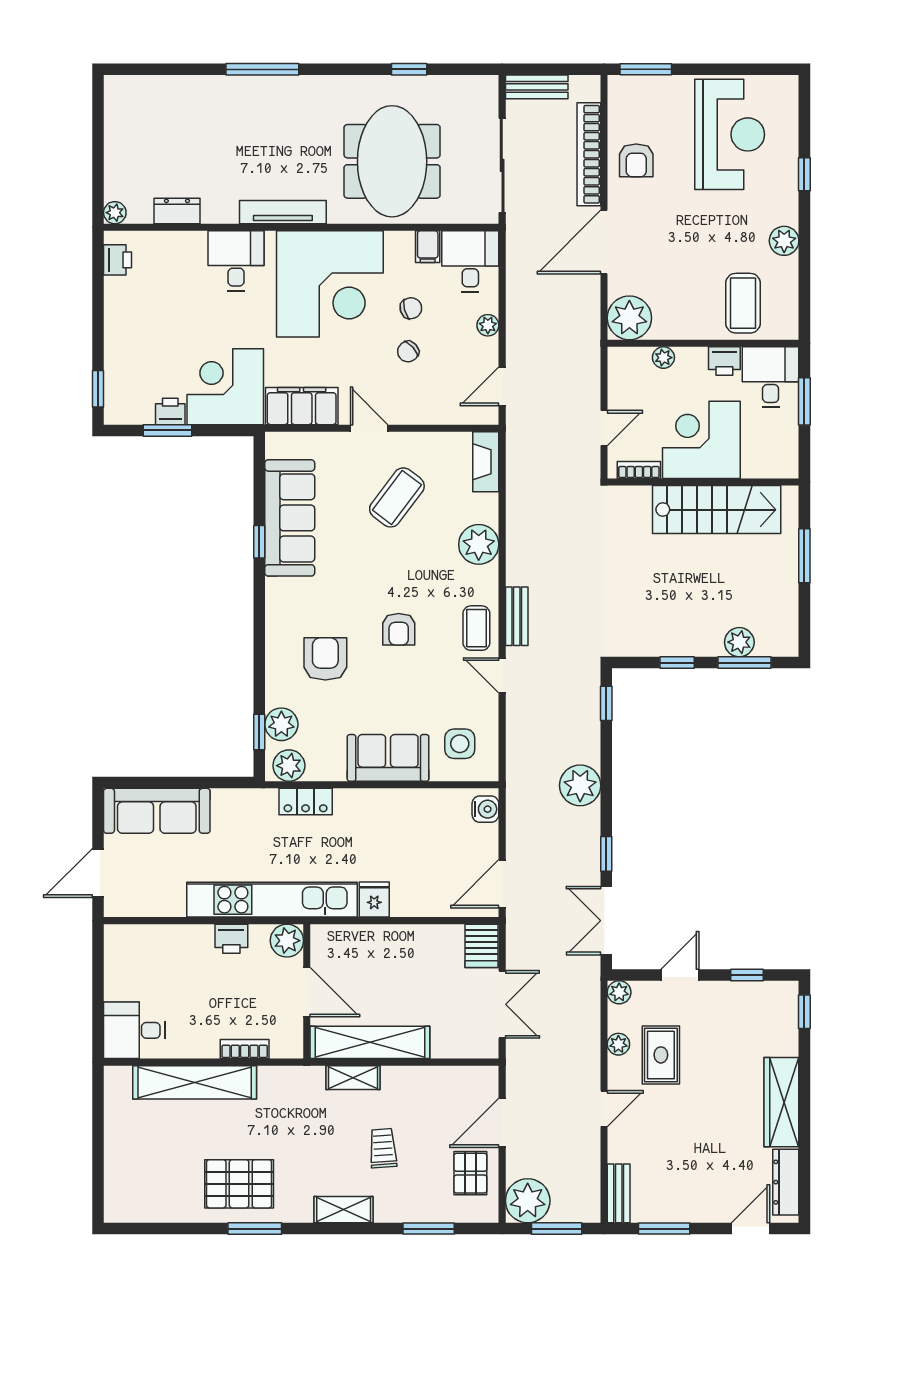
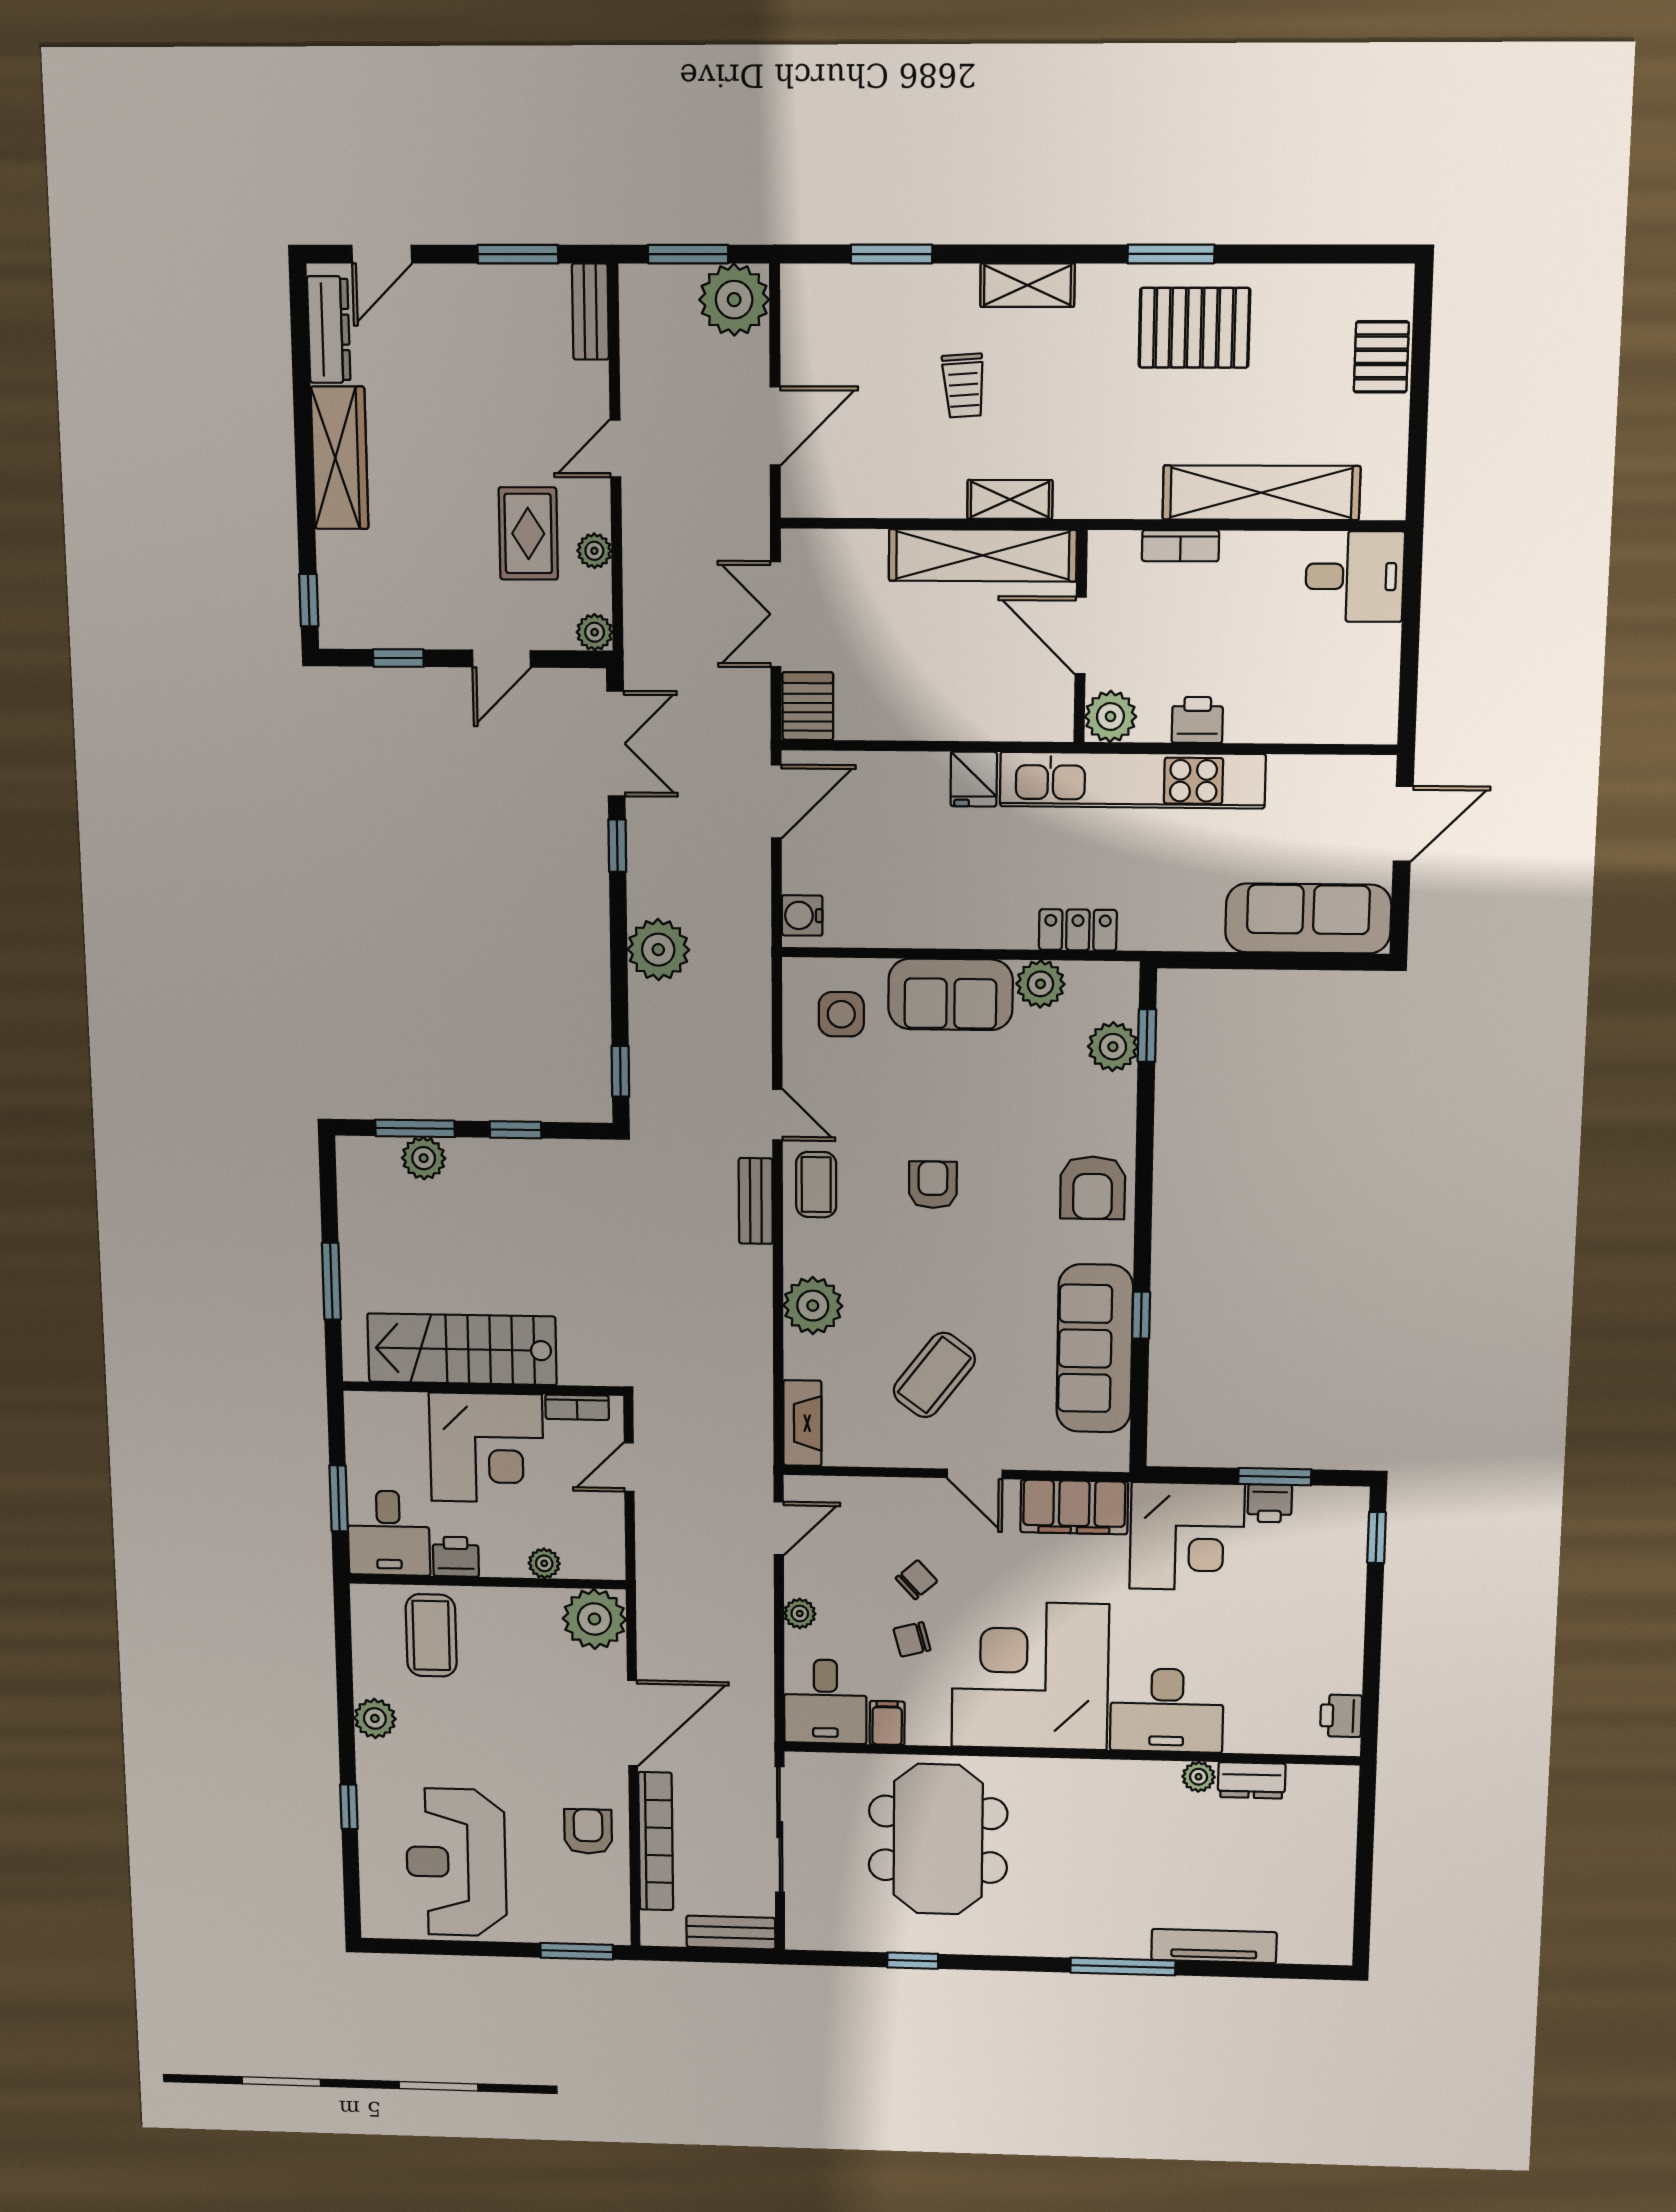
tv unit: (283, 212) -> (1214, 1946), moved, turned 180
plant: (115, 213) -> (1199, 1777), moved
desk: (236, 261) -> (1167, 1710), width x1.37
armchair: (325, 659) -> (1093, 1188), moved
plant: (289, 766) -> (1040, 984), moved
pallet: (470, 1173) -> (1381, 357), moved

